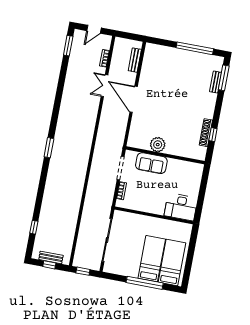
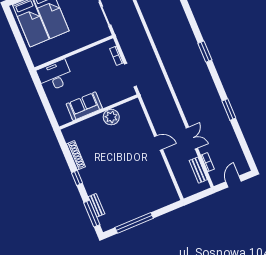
window: (68, 46) -> (229, 109), moved
bench: (135, 60) -> (198, 170), moved
door: (134, 99) -> (159, 143), width x0.53
window: (213, 135) -> (77, 178), moved
sofa: (151, 163) -> (84, 106), moved

